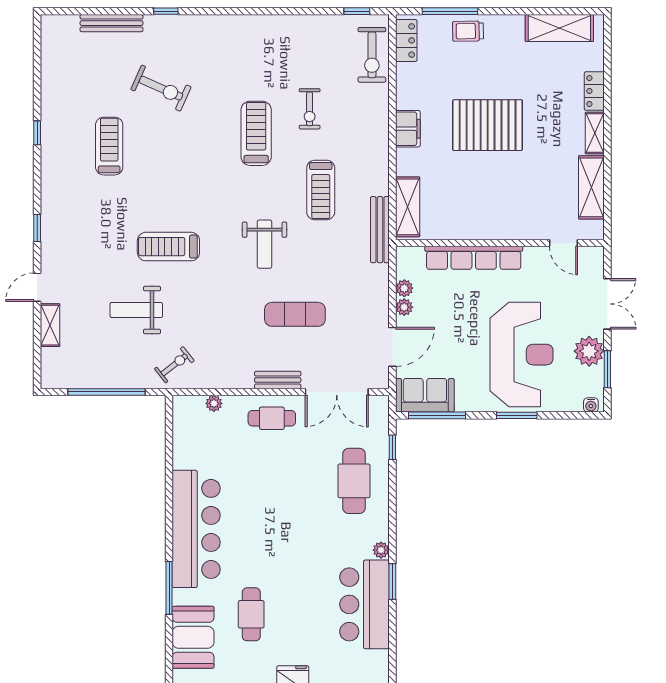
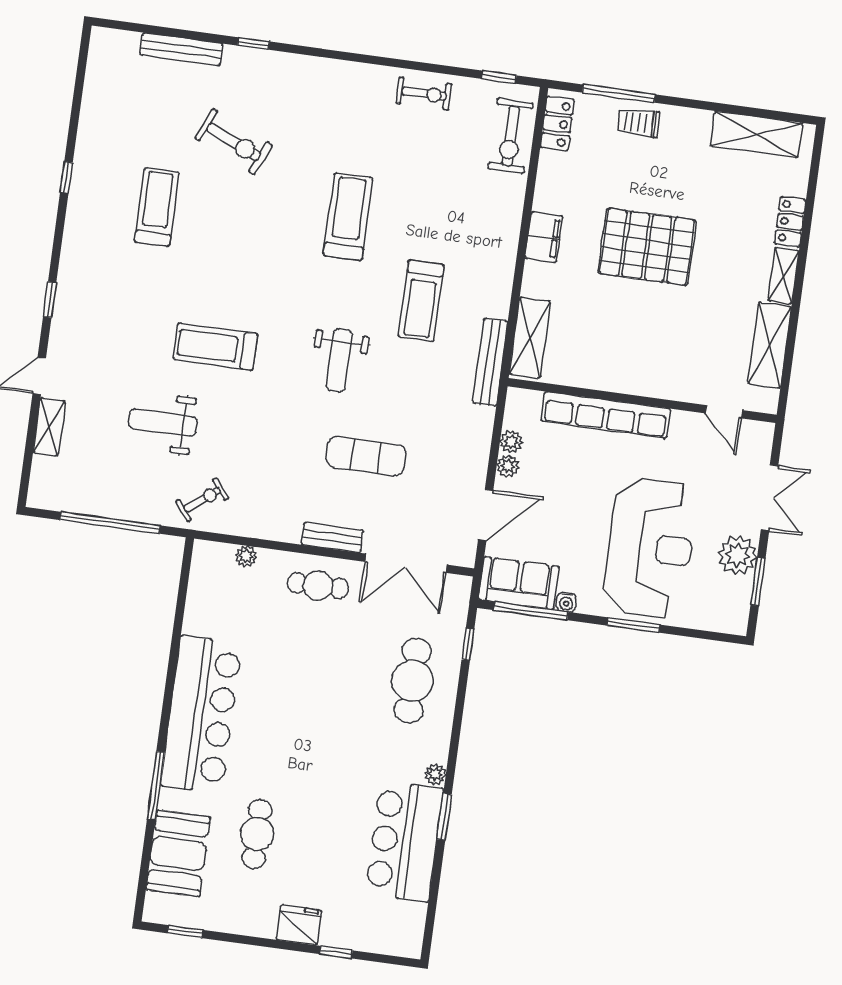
exercise bike: (310, 109) -> (424, 94), moved, turned -90
water cooler: (591, 405) -> (566, 602), moved

